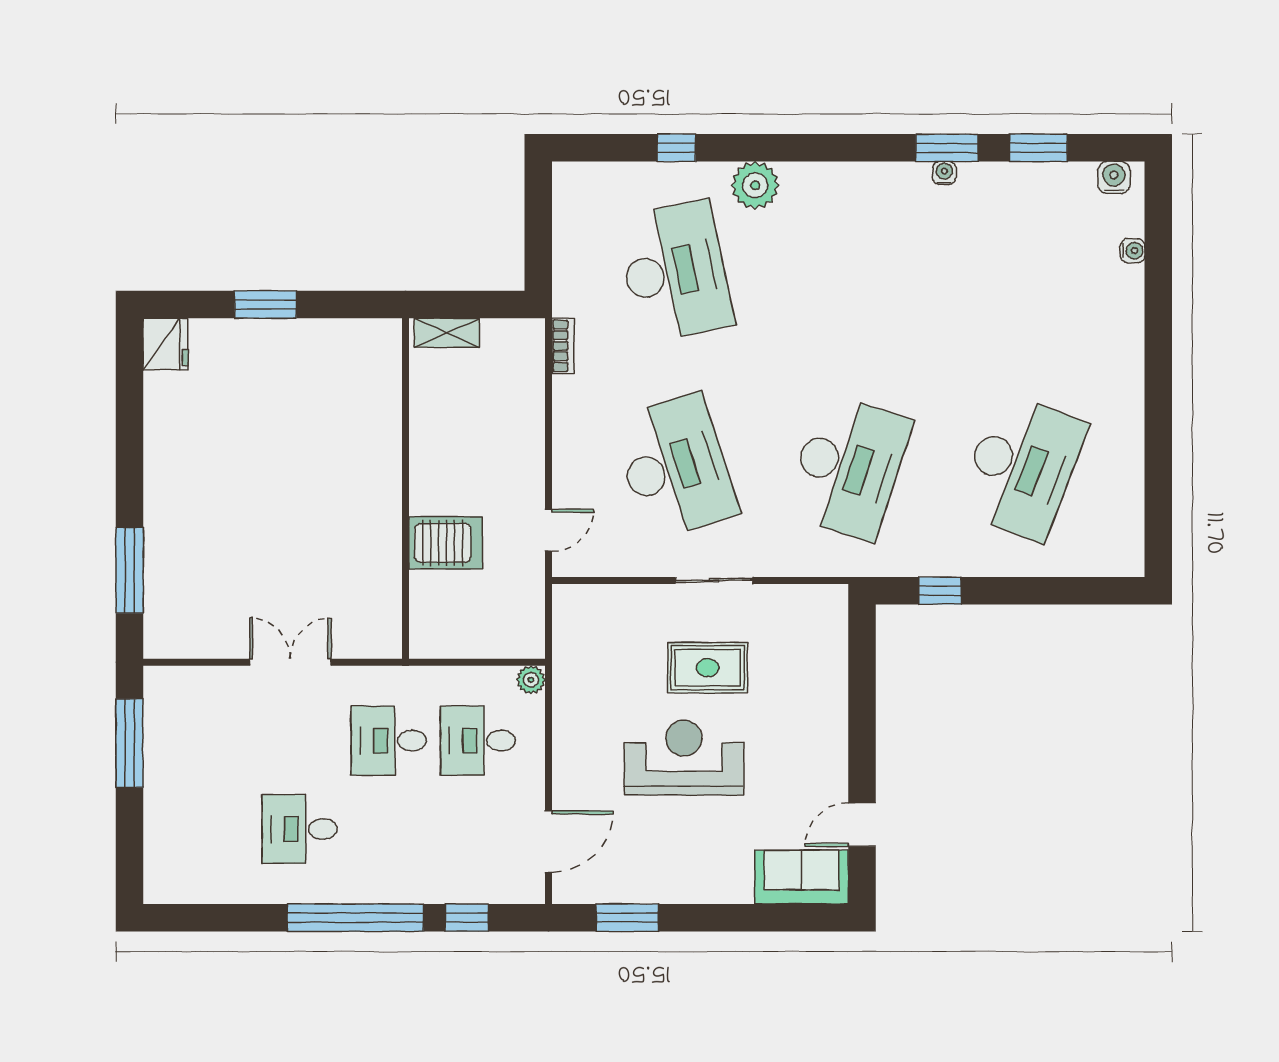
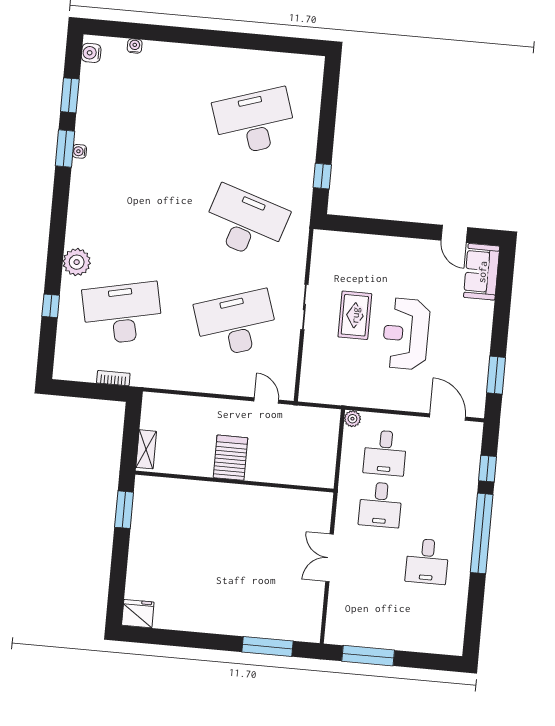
window: (266, 305) -> (124, 510), moved
bookcase: (563, 346) -> (113, 378), moved
desk: (1022, 467) -> (255, 122), turned -39
server rack: (446, 543) -> (231, 458), moved

